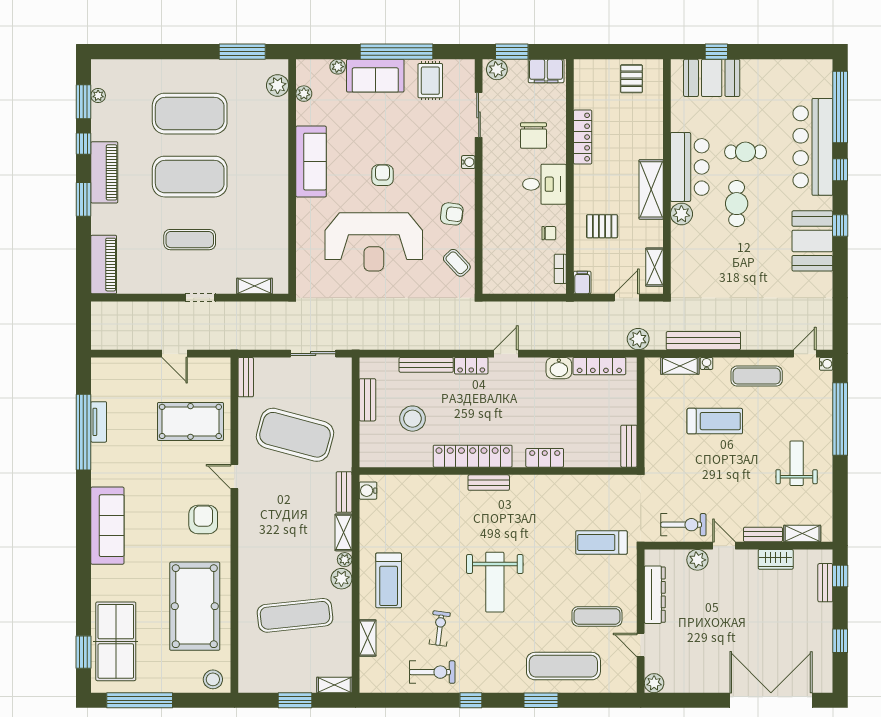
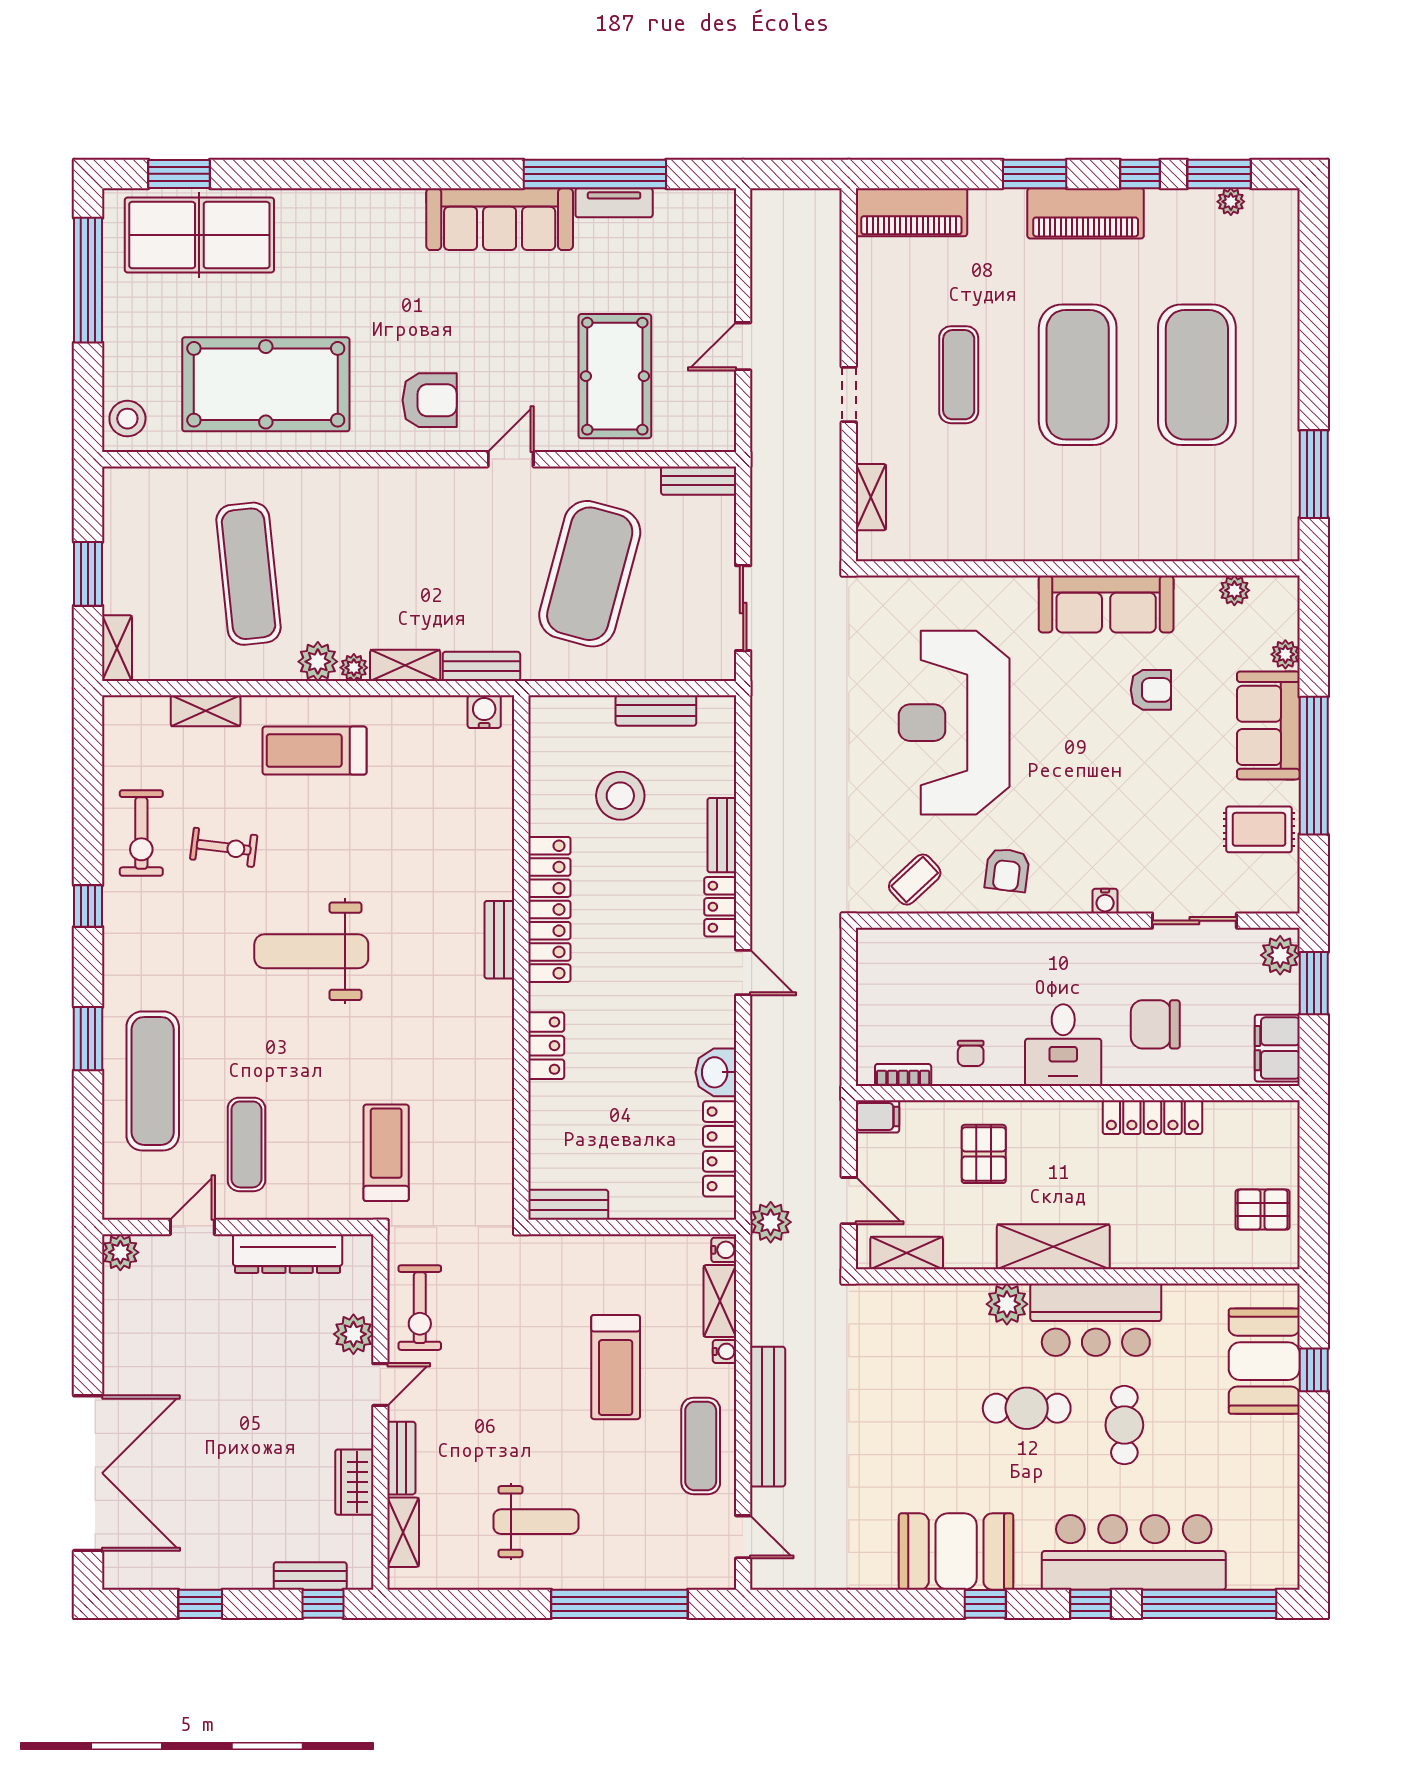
plant: (278, 85) -> (1250, 541), removed
armchair: (383, 175) -> (1151, 690), moved
bench: (703, 341) -> (768, 1417), moved
water cooler: (826, 364) -> (724, 1250), moved, turned -90
bench: (426, 365) -> (722, 835), width x0.73
sofa: (107, 526) -> (500, 219), moved

